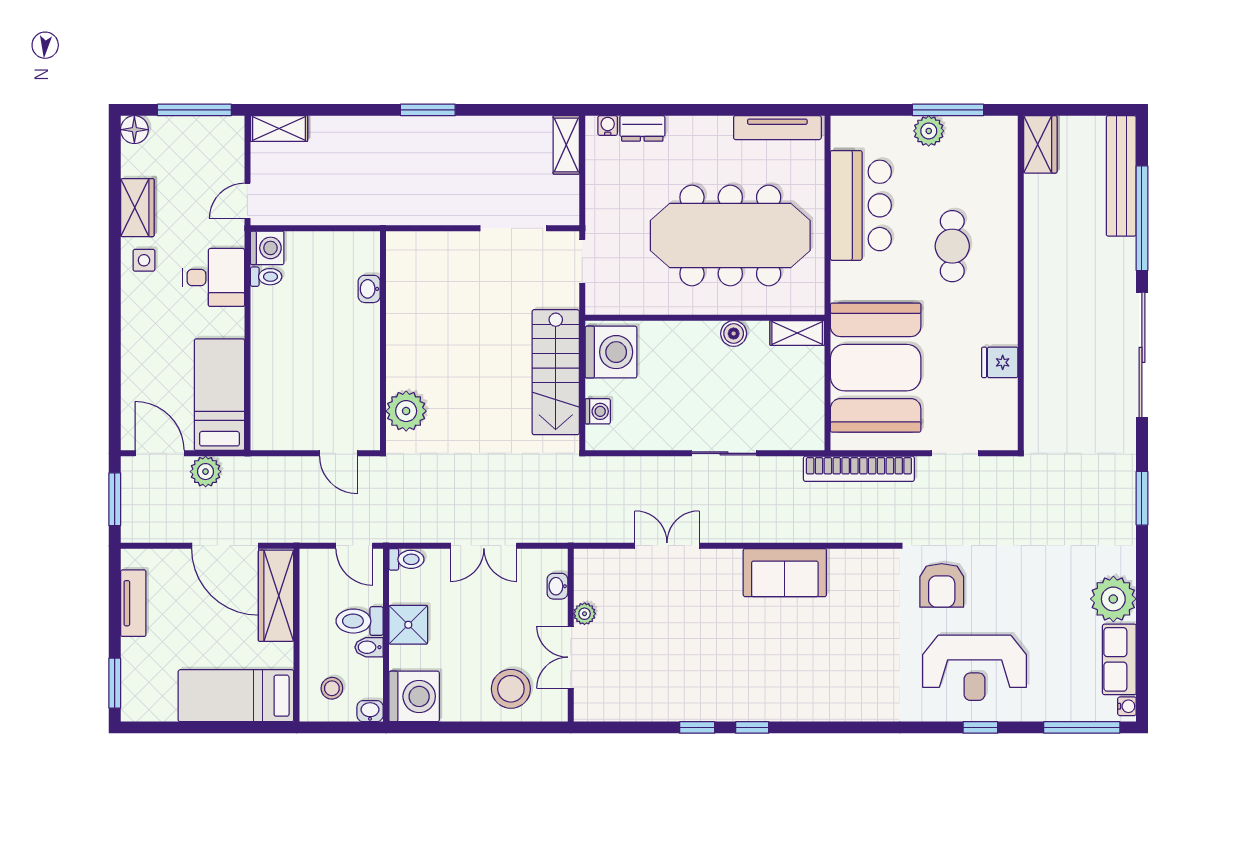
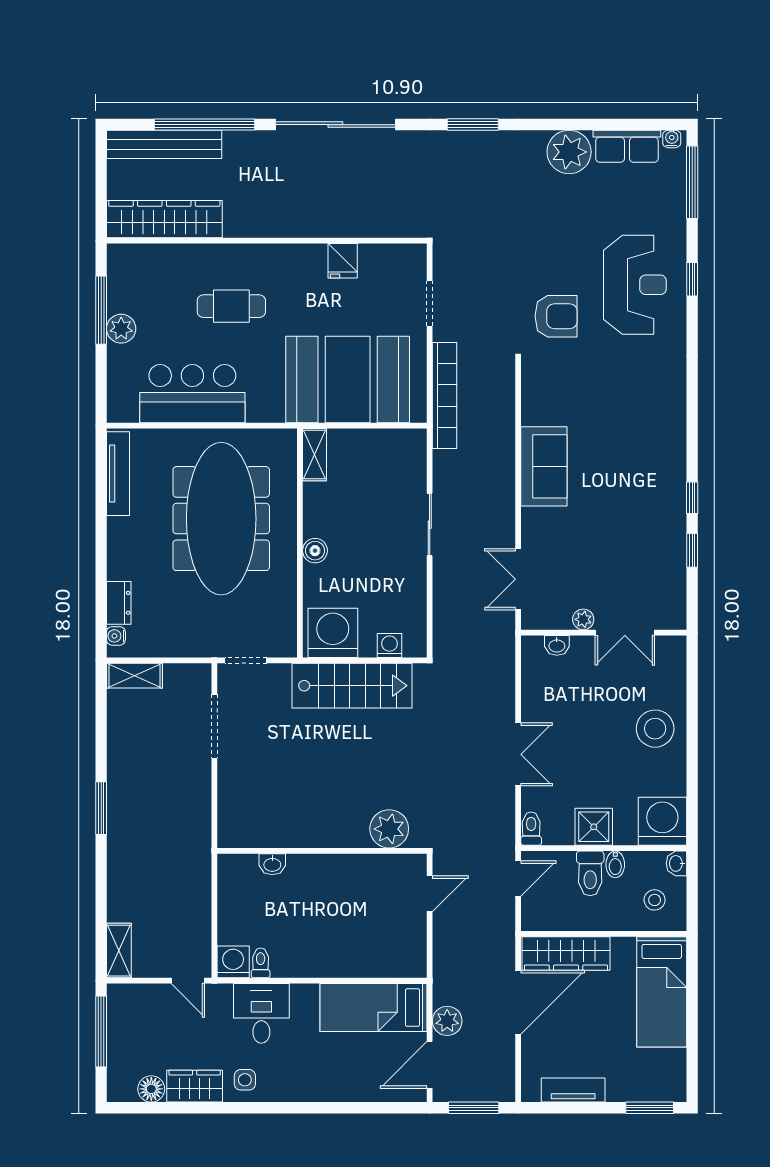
floor lamp: (134, 130) -> (151, 1089), moved
wardrobe: (1040, 144) -> (164, 219), width x2.10, depth x1.17
boiler: (734, 334) -> (315, 551), moved
washbasin: (557, 586) -> (557, 645), moved
plant: (585, 614) -> (583, 619), moved
wall: (571, 635) -> (604, 633), moved
double door: (571, 657) -> (625, 633), moved

